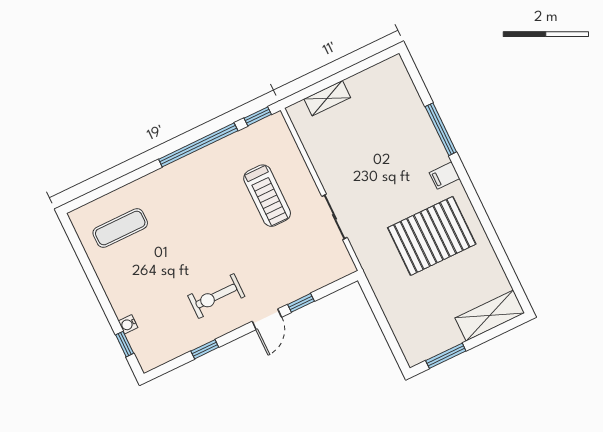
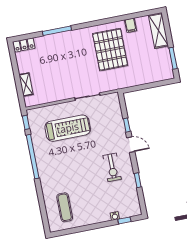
locker: (399, 76) -> (24, 45), added
filing cabinet: (445, 176) -> (131, 25), moved
treadmill: (267, 196) -> (68, 128), width x1.37, depth x1.38

